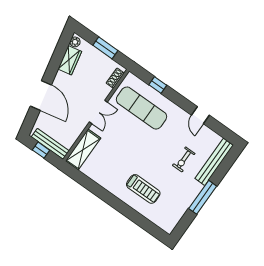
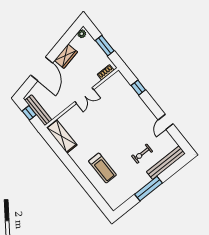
wardrobe: (70, 60) -> (66, 56), moved
exercise mat: (141, 108) -> (120, 102), removed
shelving: (83, 150) -> (62, 136), moved, turned 90

